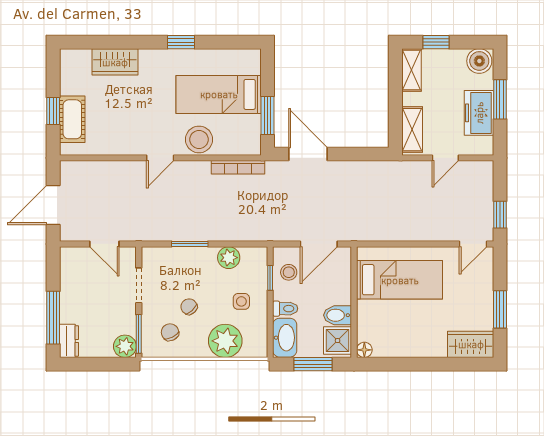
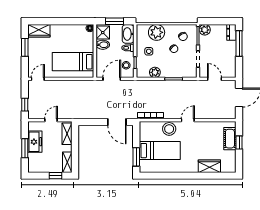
window: (181, 42) -> (178, 176), removed
boiler: (479, 61) -> (35, 167), removed
window: (268, 116) -> (136, 157), moved
window: (500, 215) -> (25, 105), moved

